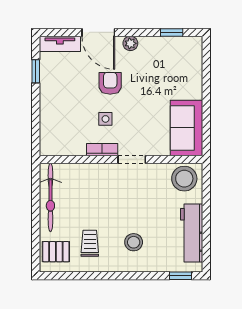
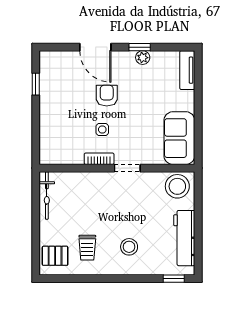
window: (172, 32) -> (140, 47), moved
plant: (130, 43) -> (143, 58), moved
tv unit: (60, 44) -> (187, 70), moved, turned 90
bicycle: (50, 197) -> (47, 195), width x0.73, depth x0.71
trolley: (90, 243) -> (87, 248), turned 180

